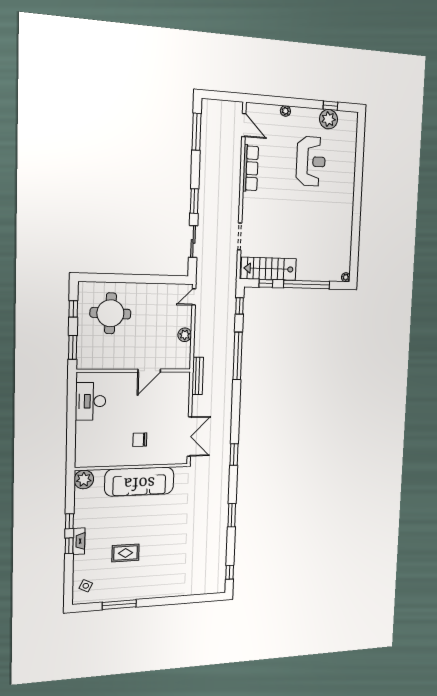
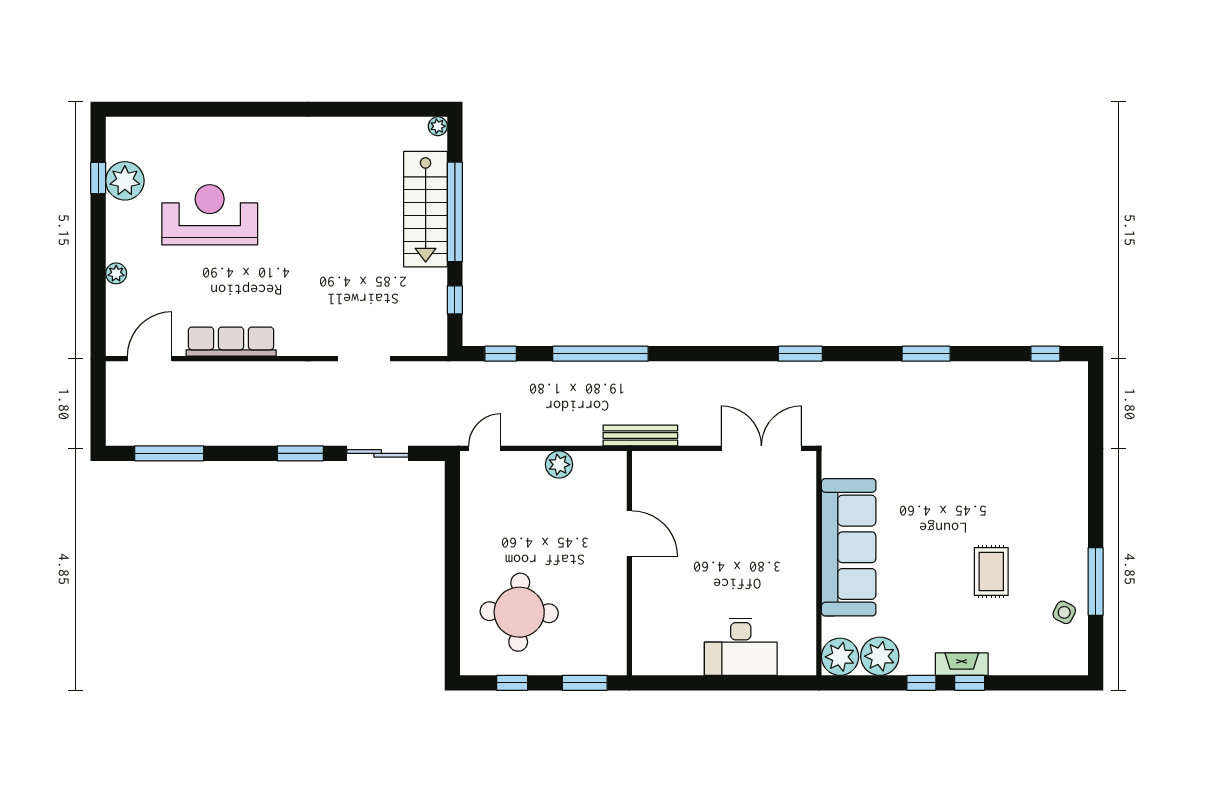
stairs: (269, 269) -> (426, 209), moved
door: (194, 297) -> (485, 448), swing flipped
desk: (91, 401) -> (741, 647), moved
chair: (140, 440) -> (765, 549), removed
plant: (84, 500) -> (880, 656), added
side table: (86, 586) -> (1064, 612), moved

